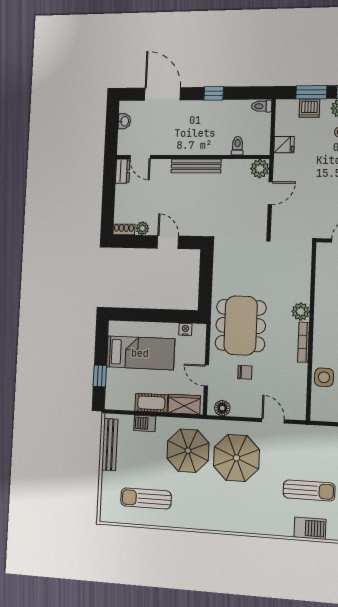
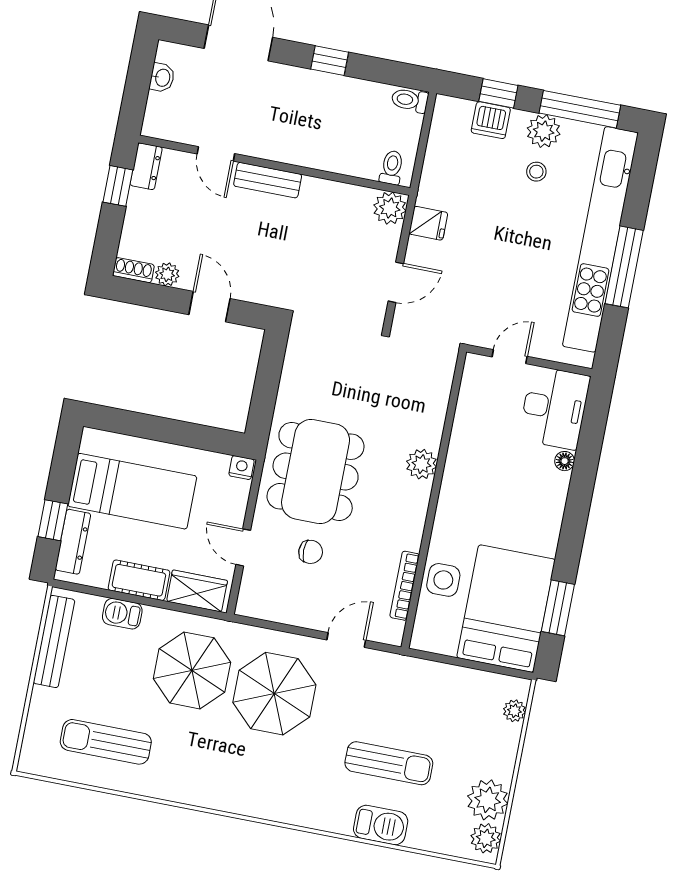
window: (311, 92) -> (498, 93), width x0.67
fridge: (284, 145) -> (428, 223), moved
toilet: (237, 146) -> (392, 168), moved
door: (140, 157) -> (216, 154), moved
bench: (196, 166) -> (268, 180), width x0.73
window: (109, 185) -> (118, 186), added
door: (270, 193) -> (396, 282), moved
nightstand: (185, 329) -> (242, 468), moved
bookcase: (303, 342) -> (405, 586), moved
dresser: (112, 386) -> (73, 542), added
floor lamp: (222, 408) -> (263, 607), removed
door: (273, 421) -> (346, 640), hinge flipped

